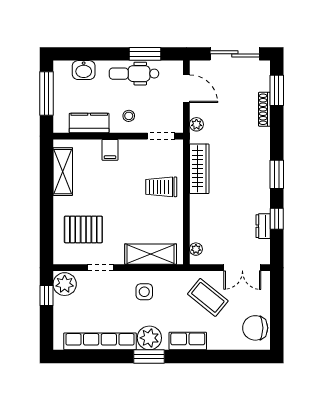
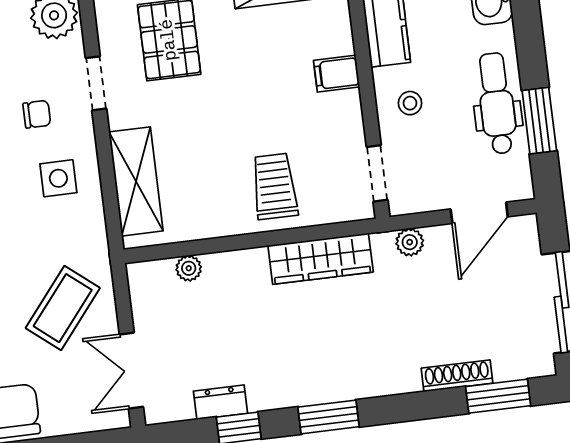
plant: (196, 249) -> (189, 268), moved
chair: (112, 298) -> (37, 114), added

